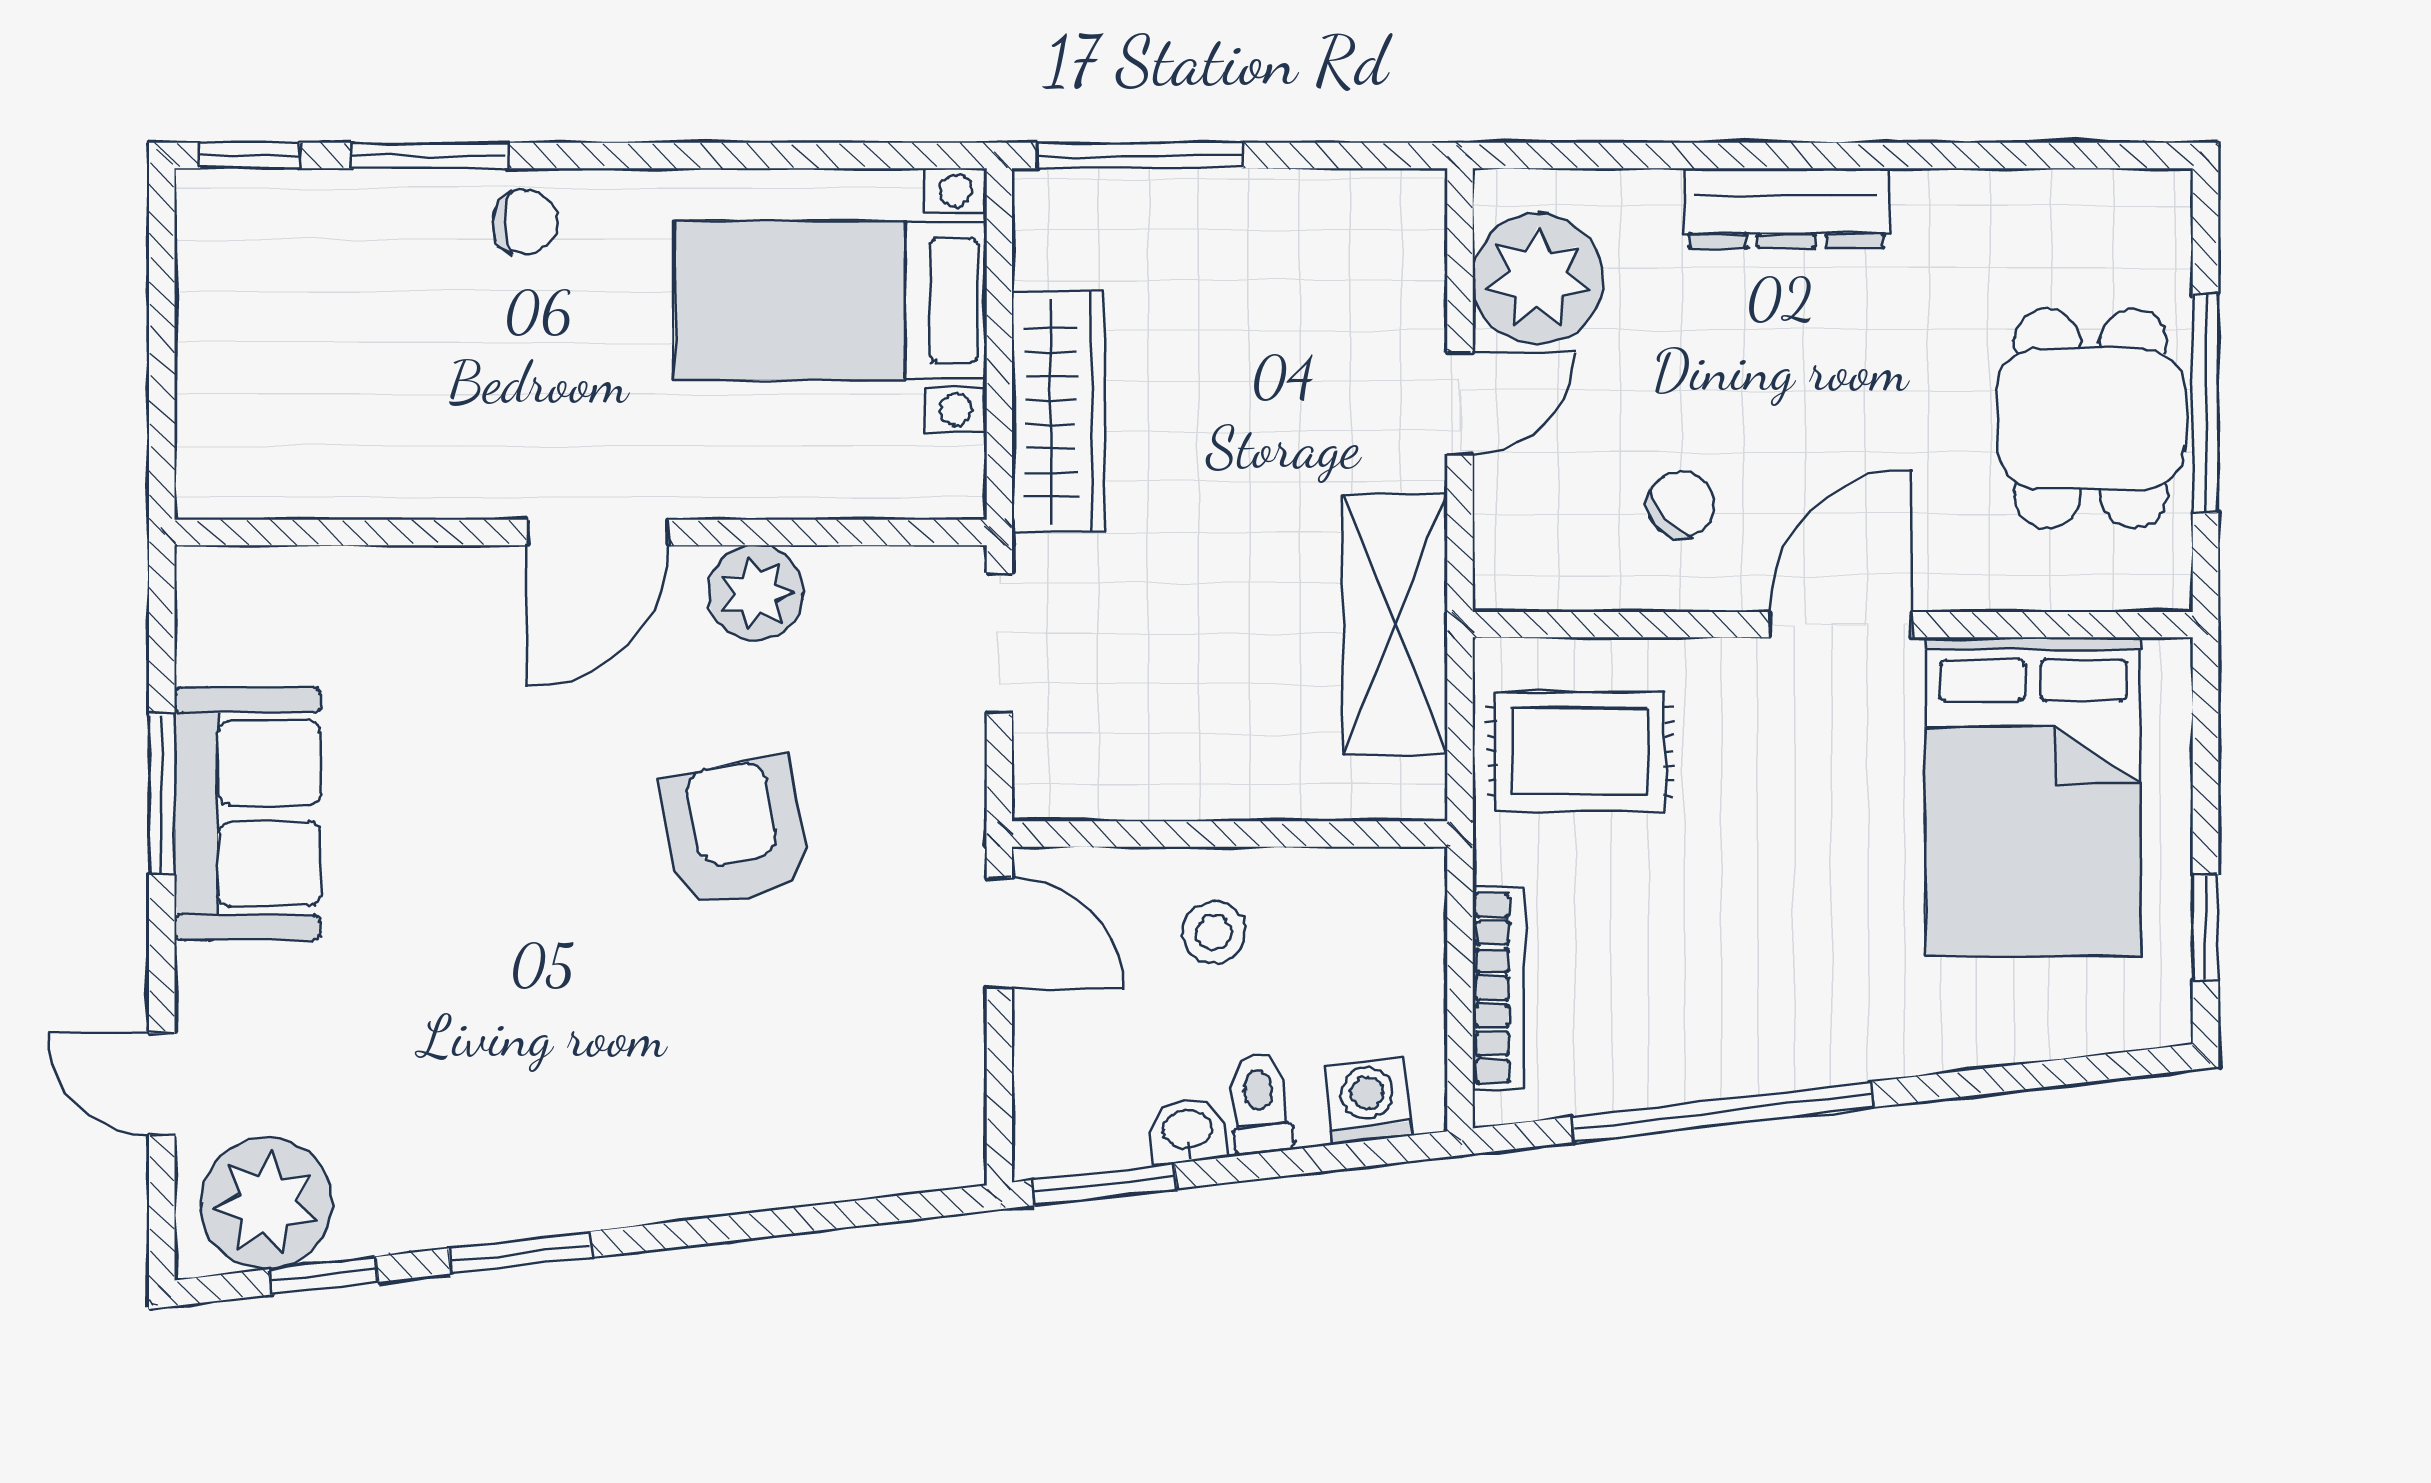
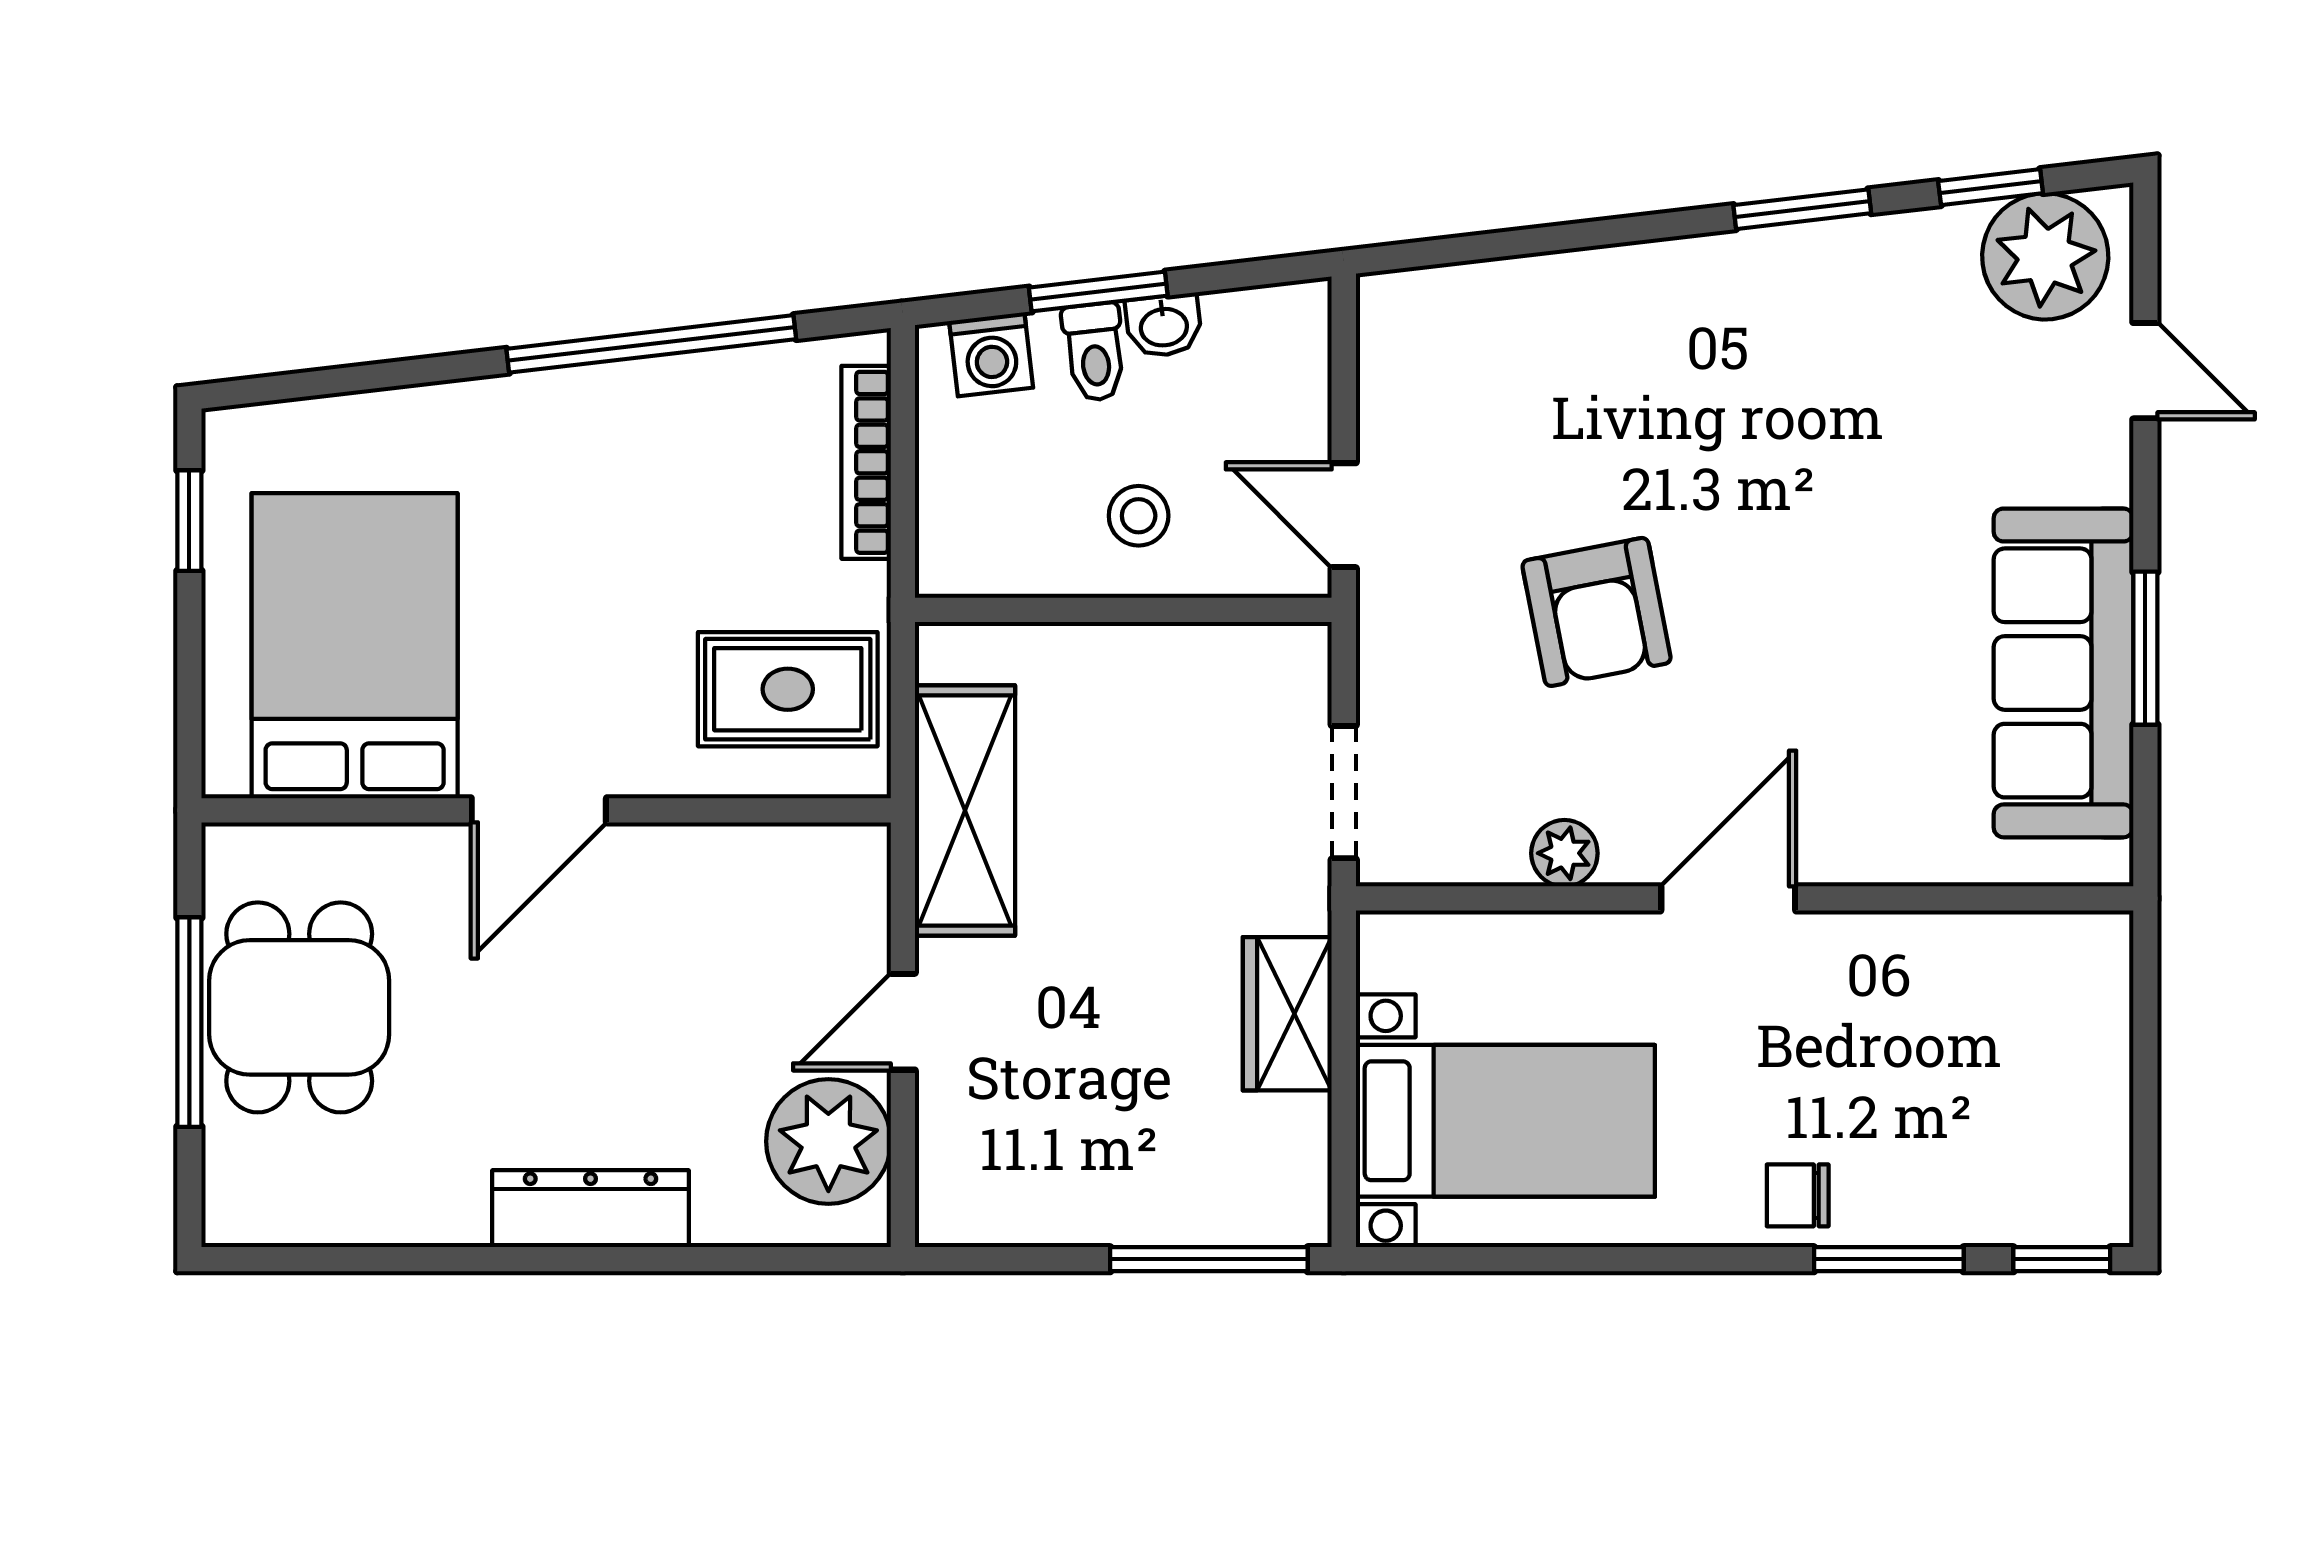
wardrobe: (1058, 412) -> (1287, 1014), width x0.67
chair: (1681, 505) -> (691, 925), removed
plant: (756, 593) -> (1564, 853), width x0.73, depth x0.73
sofa: (247, 814) -> (2064, 673), width x1.36
window: (1104, 1184) -> (1098, 292), moved

